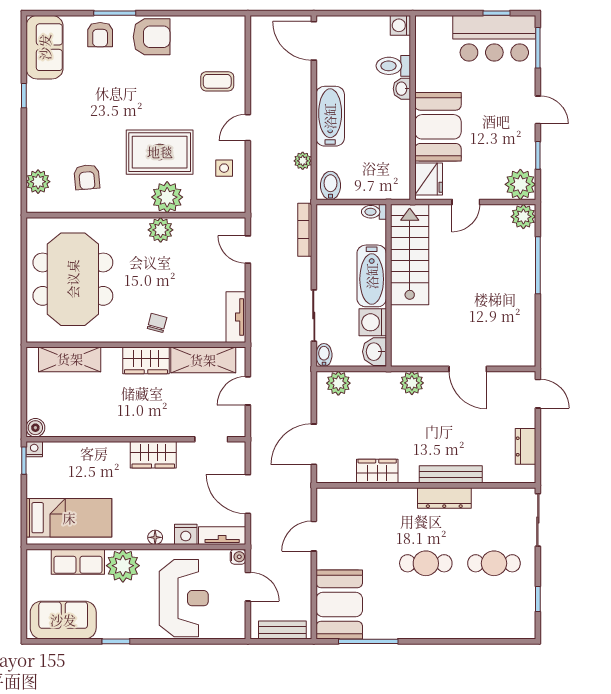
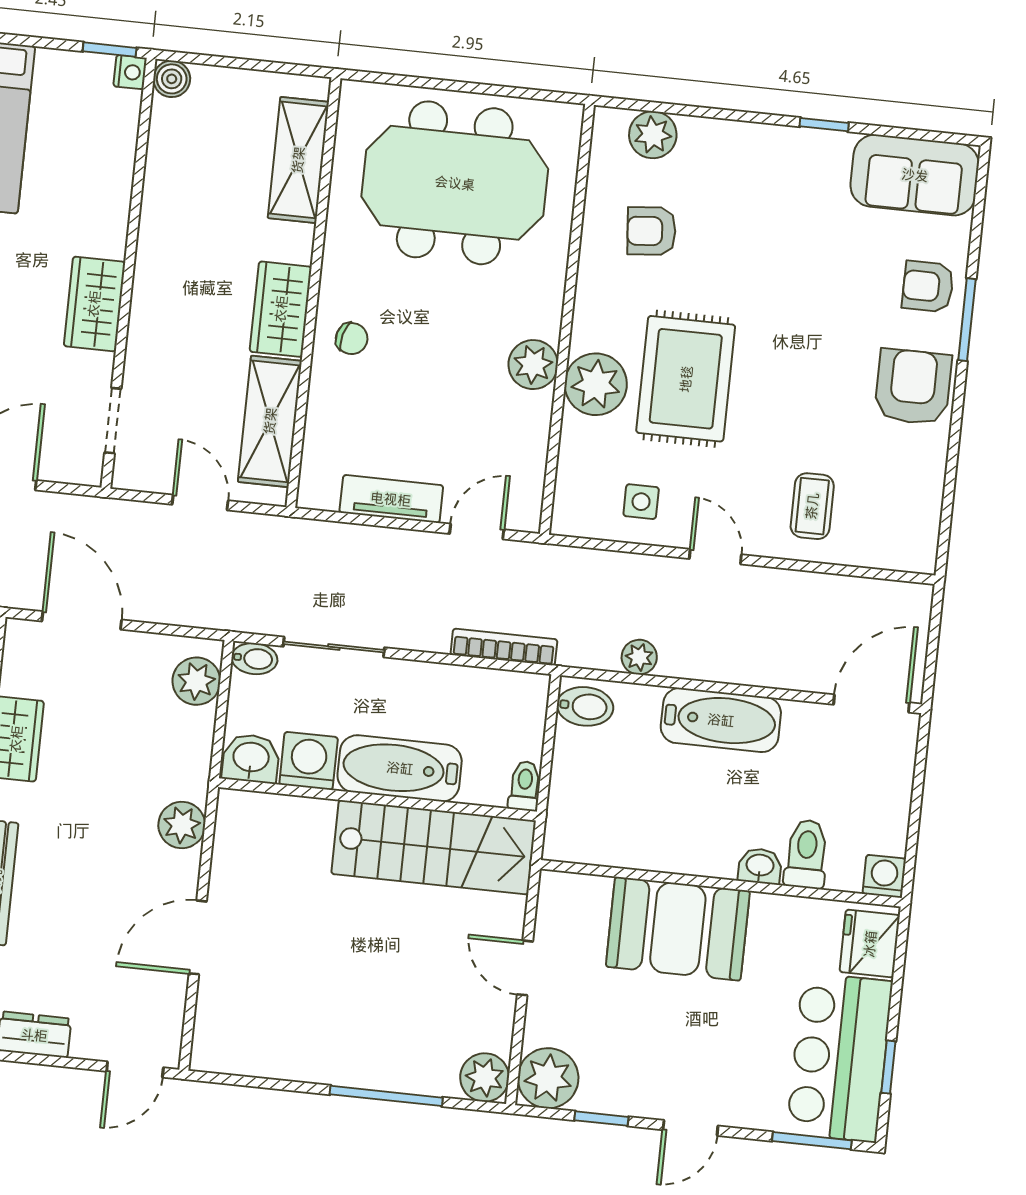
armchair: (152, 37) -> (913, 387), turned 180
fridge: (429, 179) -> (870, 944), moved, turned 90
tv unit: (236, 317) -> (391, 499), moved

